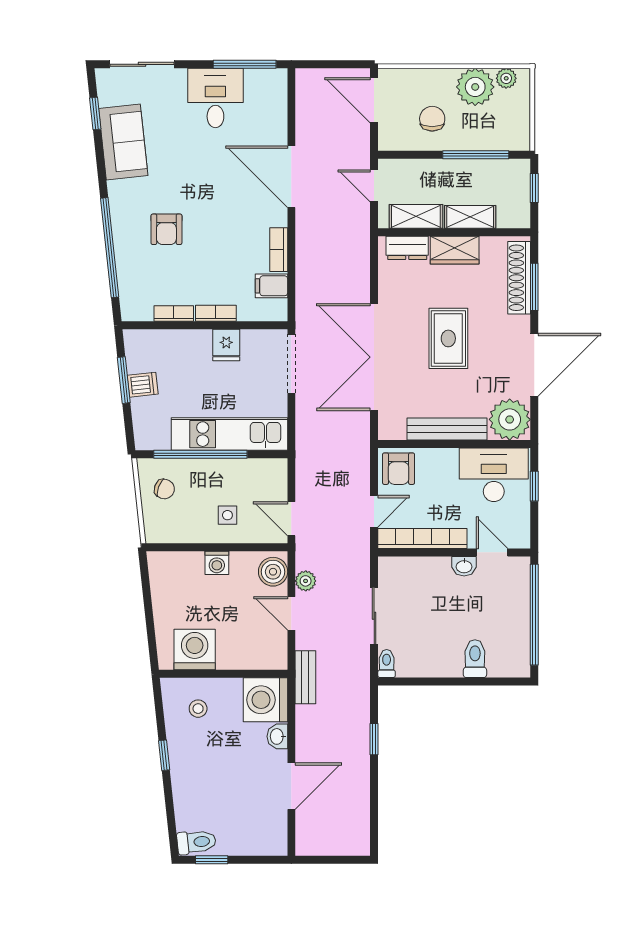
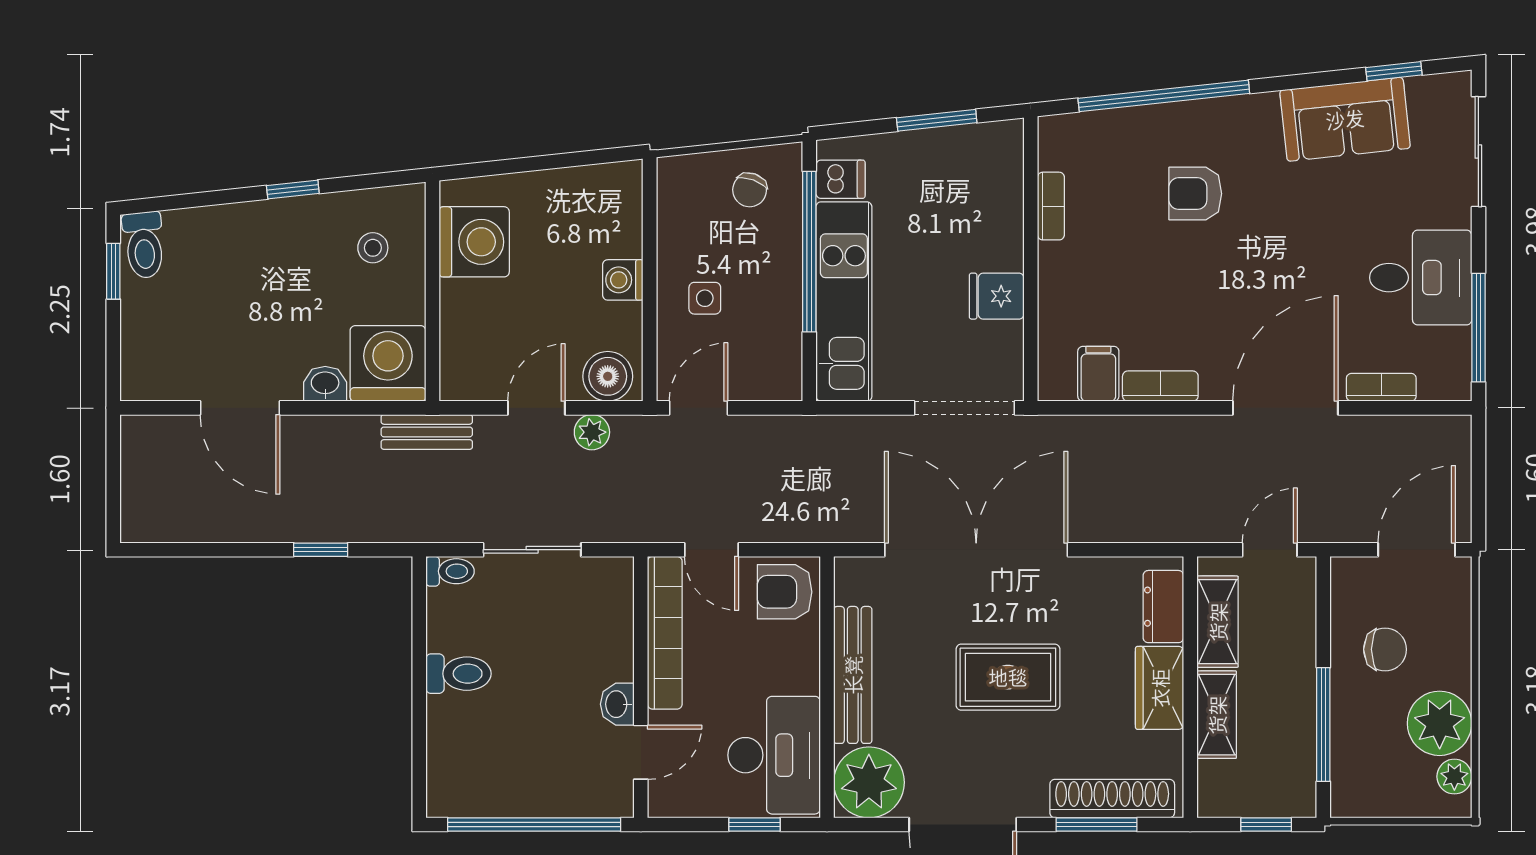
bookcase: (216, 313) -> (1381, 387), moved, turned -90
dishwasher: (143, 385) -> (840, 179), moved, turned -84
toilet: (475, 659) -> (458, 674), moved

